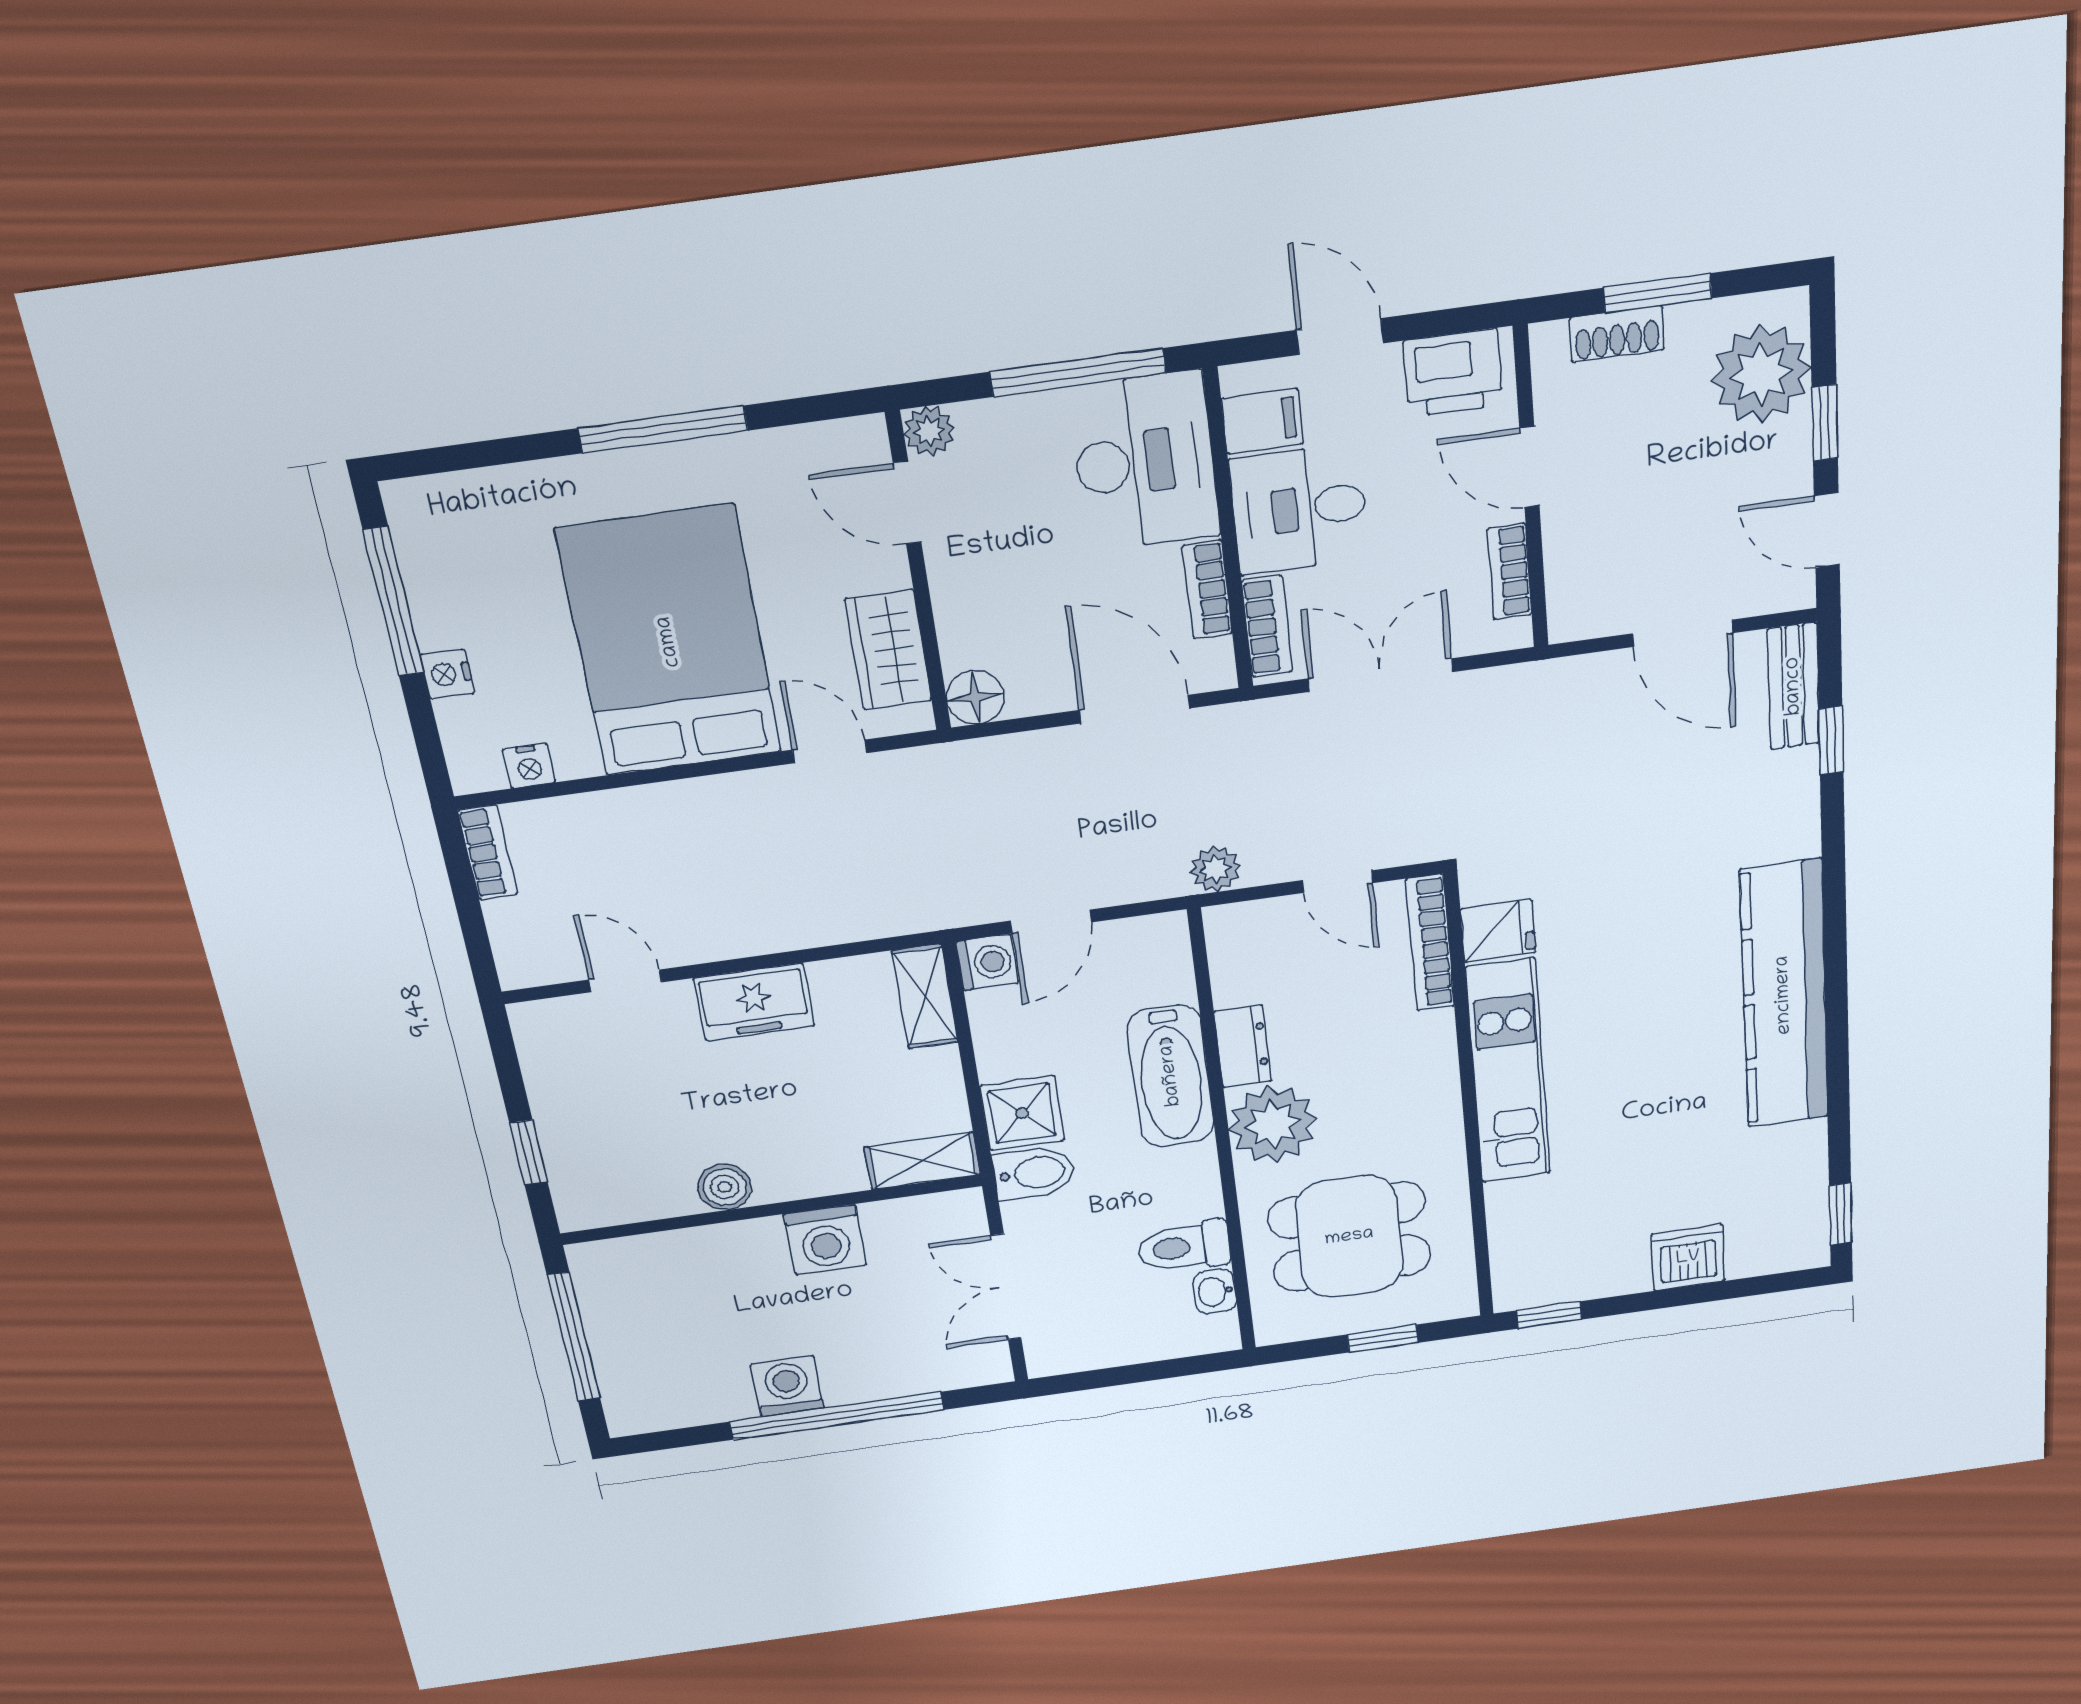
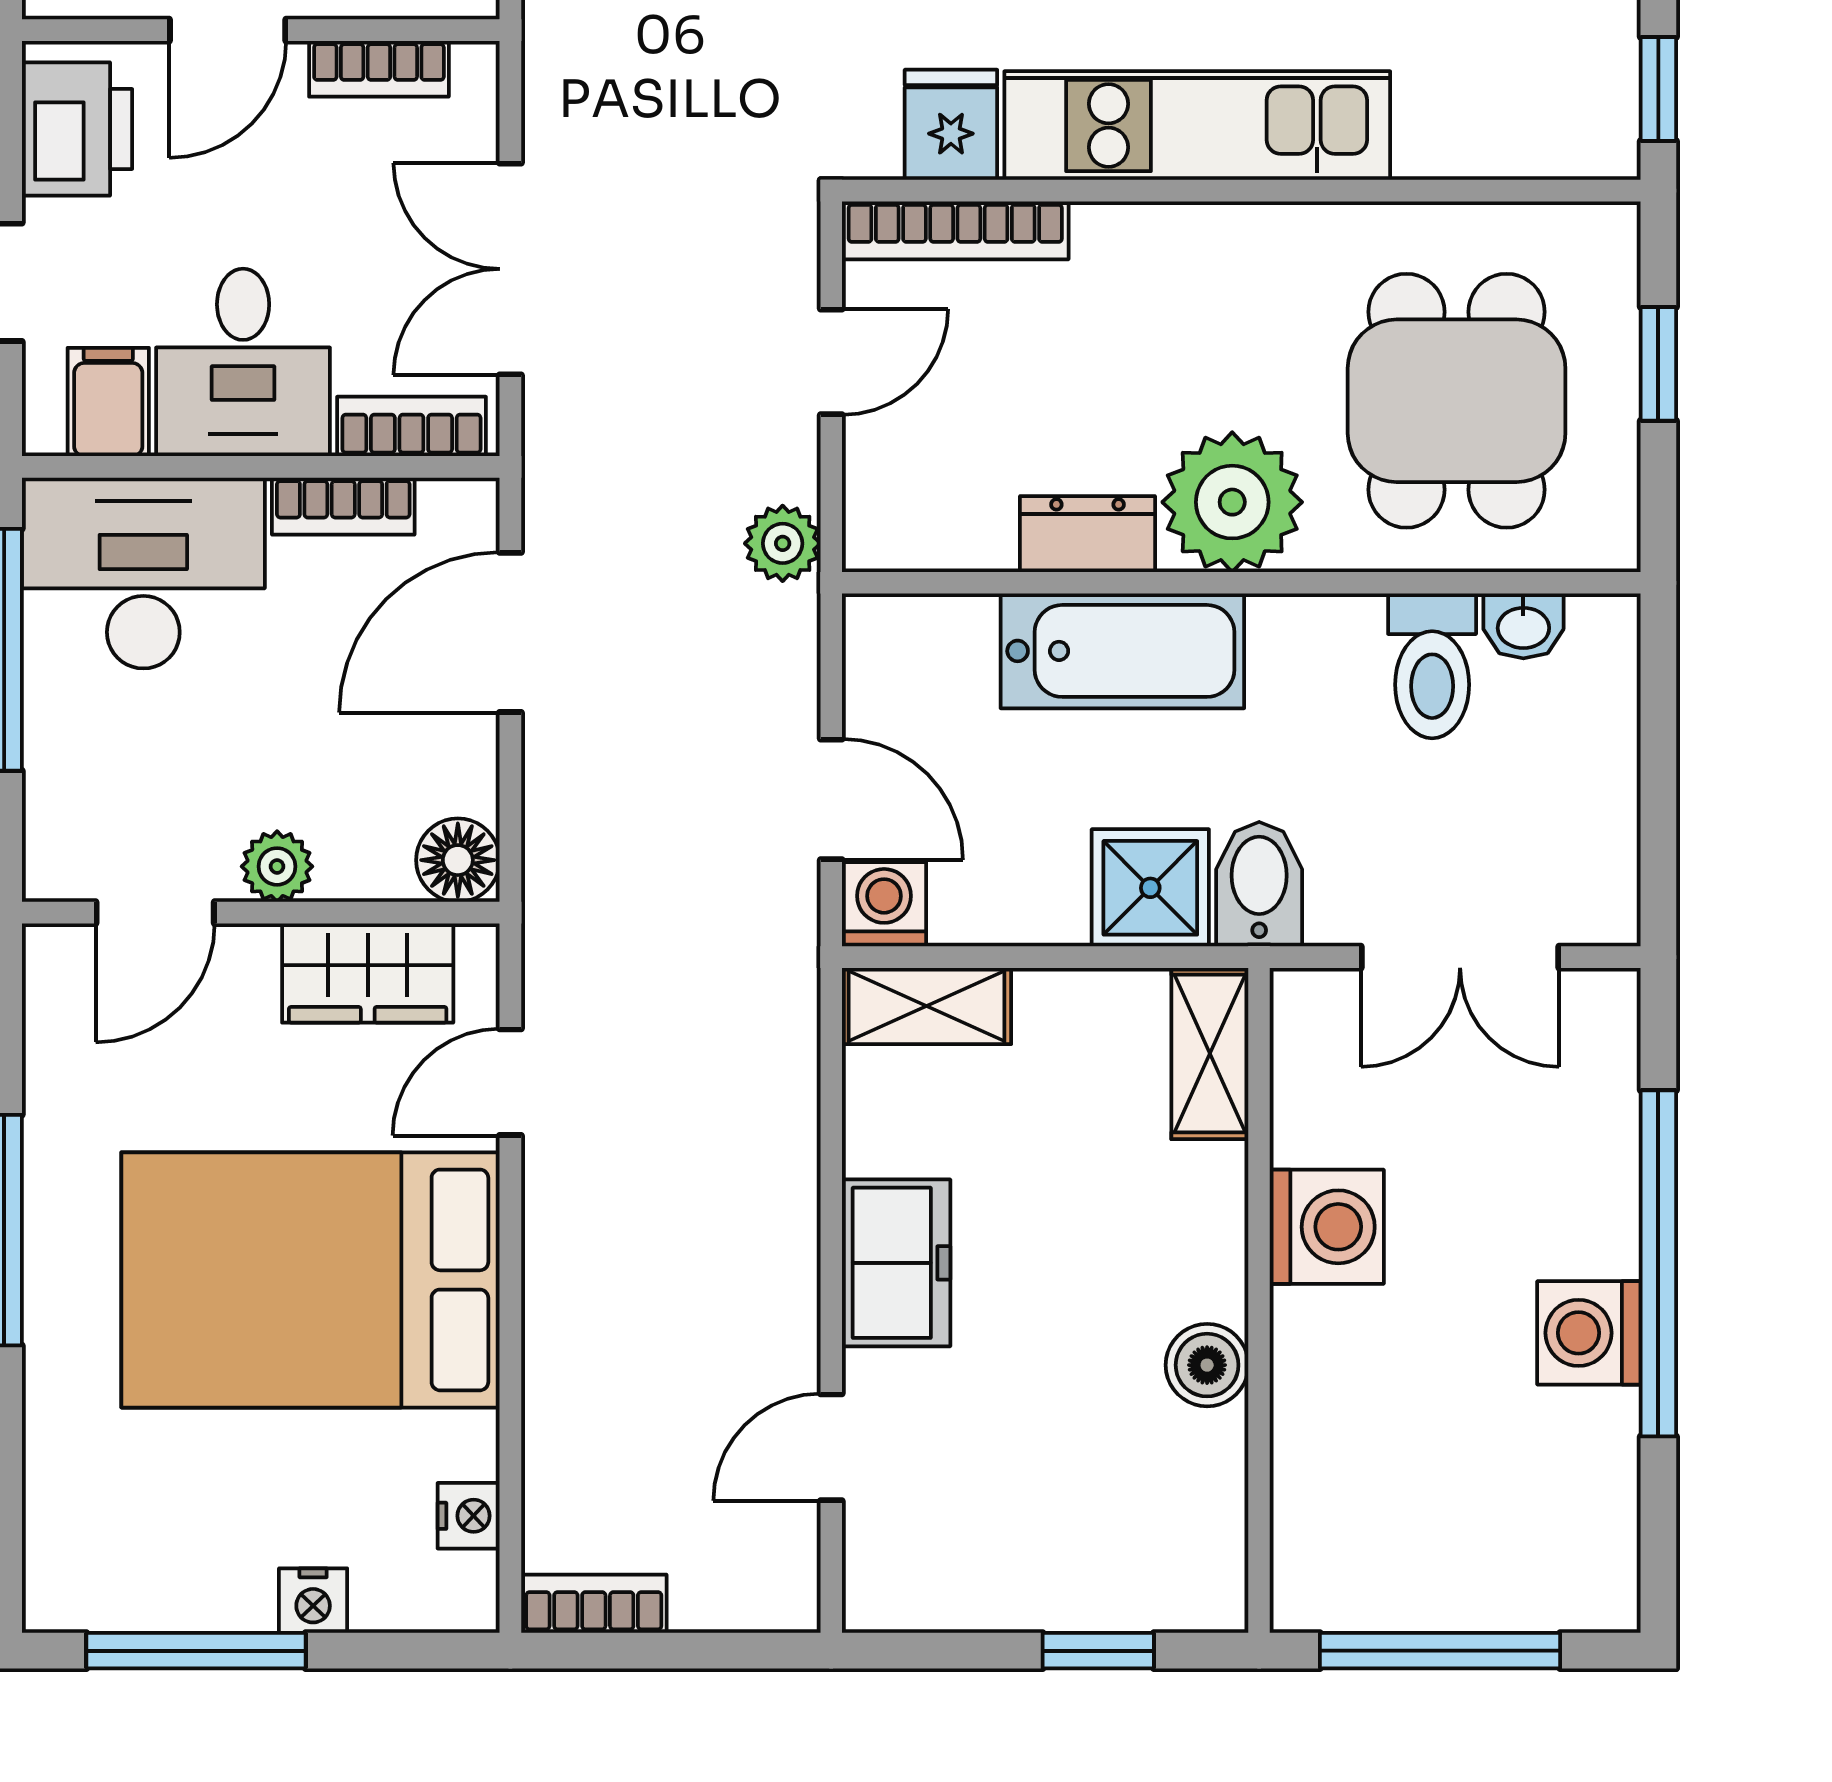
plant: (929, 431) -> (277, 866), moved

